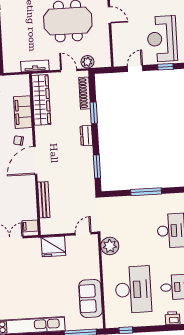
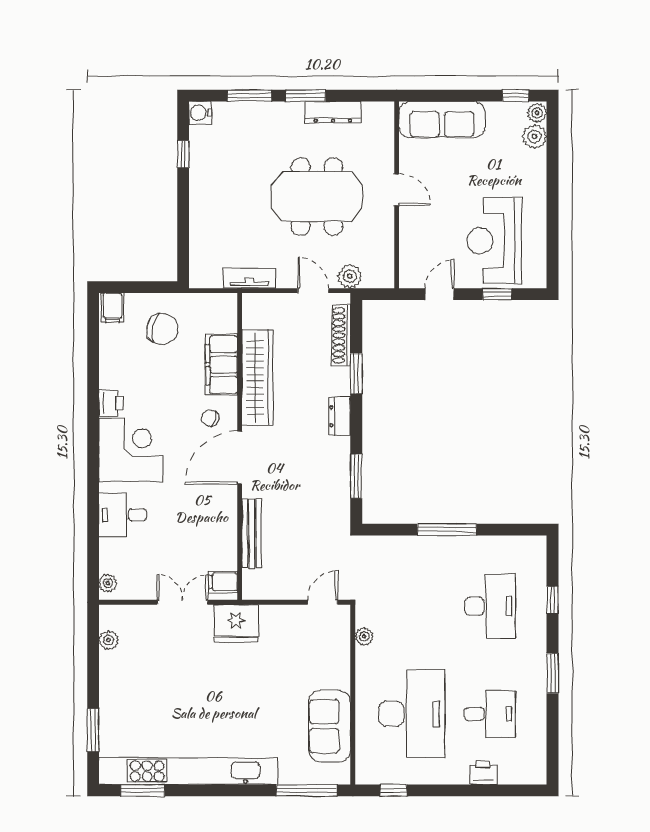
wardrobe: (41, 100) -> (257, 377), moved
fridge: (53, 246) -> (236, 623), moved
plant: (110, 246) -> (364, 636), width x0.53, depth x0.53

